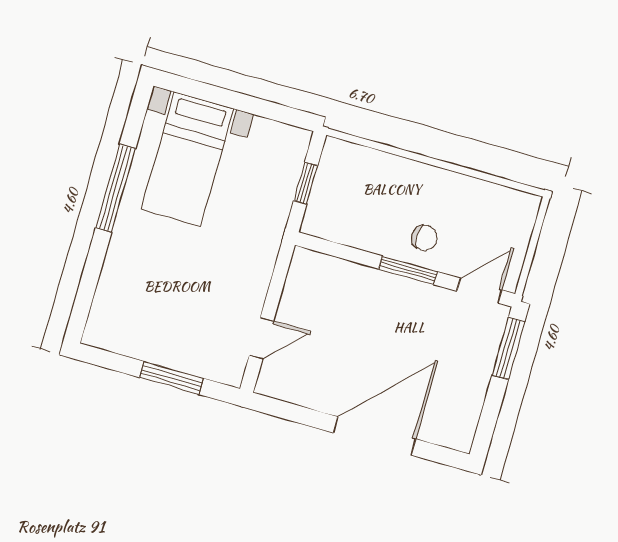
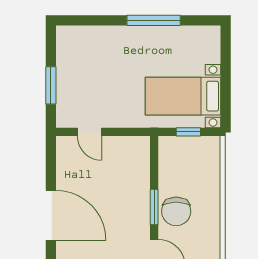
bed with nightstands: (187, 159) -> (183, 96), moved
chair: (424, 238) -> (176, 211), width x1.87, depth x1.87

